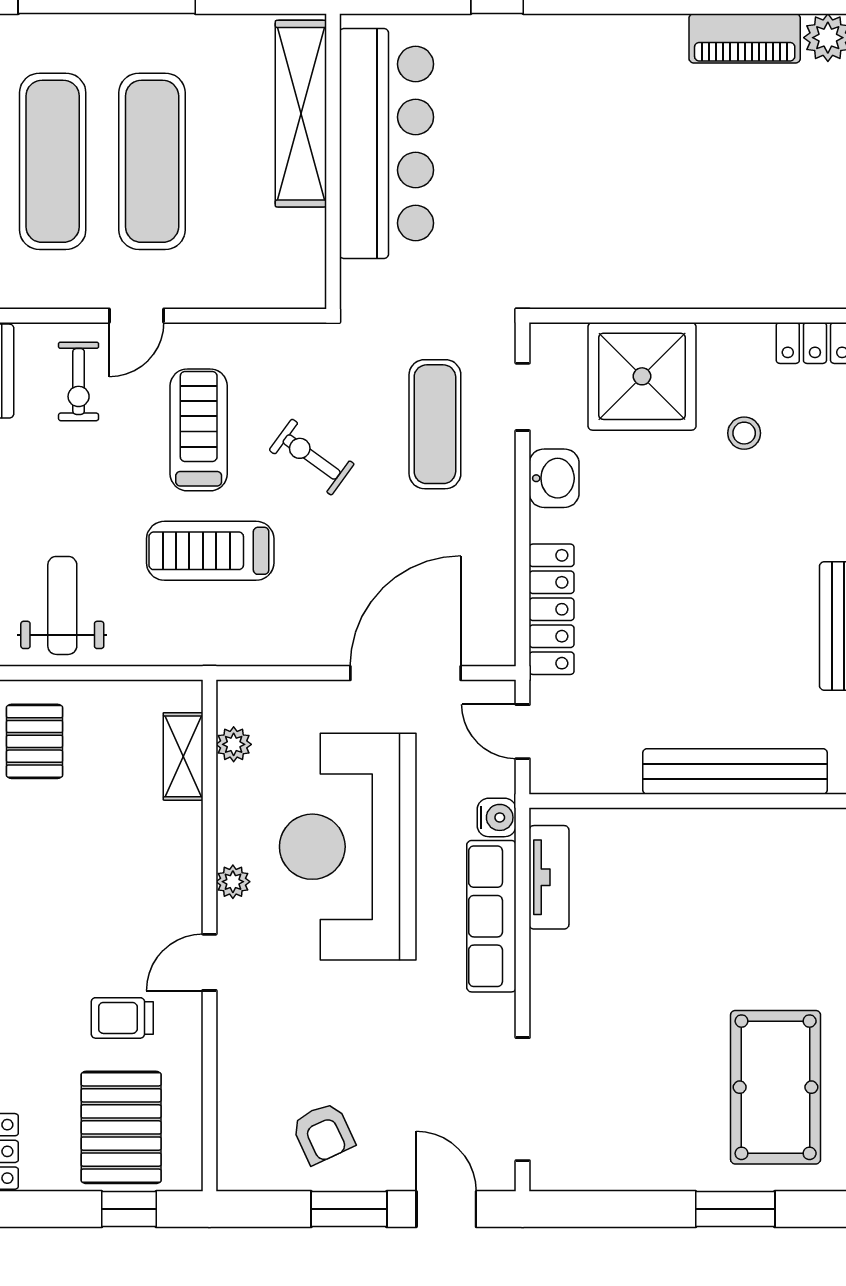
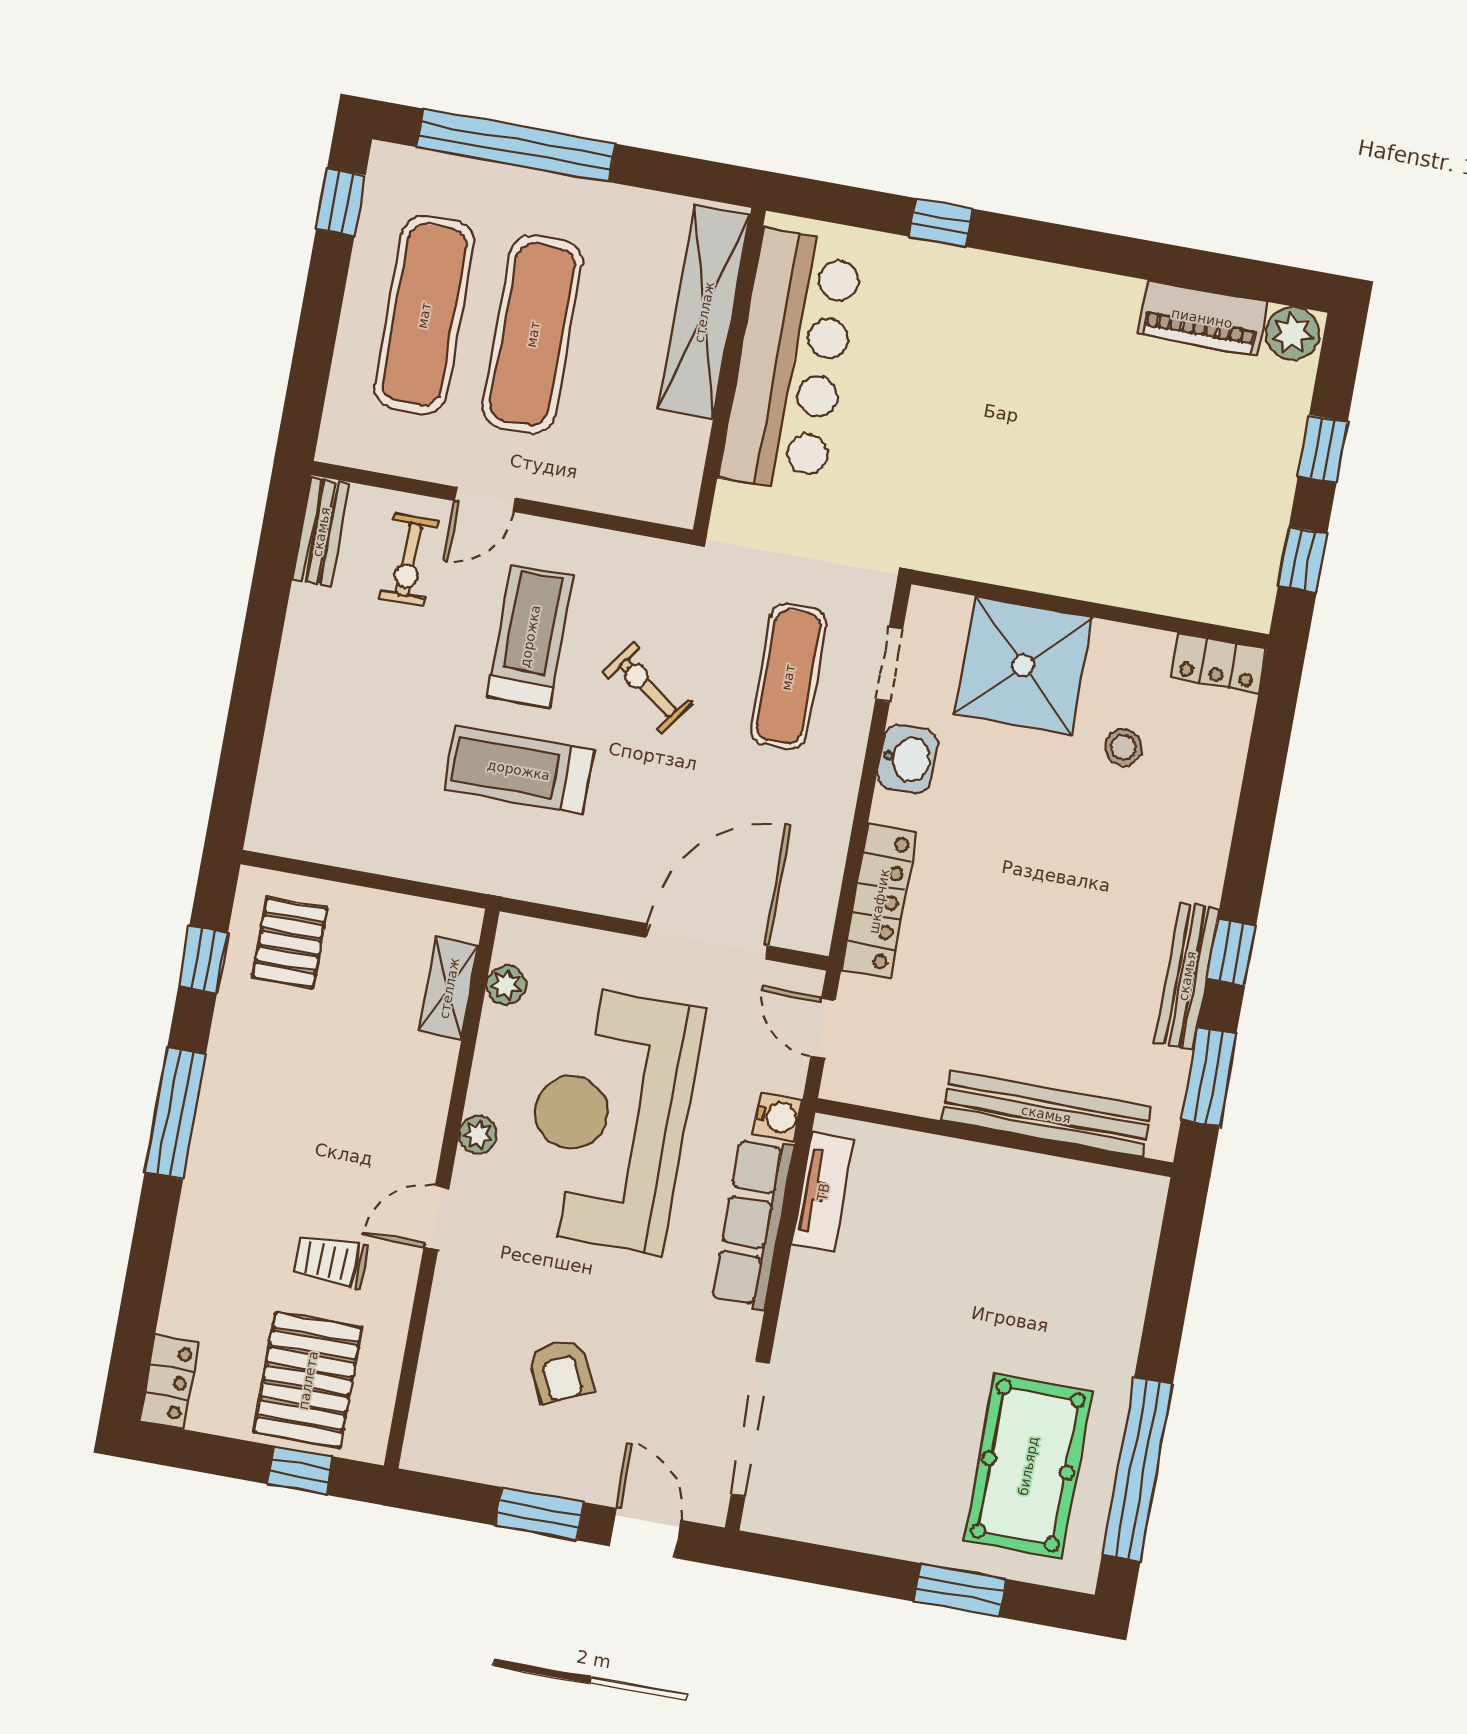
weight bench: (62, 605) -> (347, 800), removed
armchair: (323, 1133) -> (561, 1371), moved

